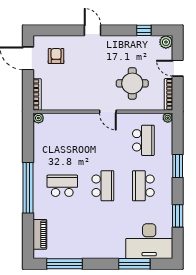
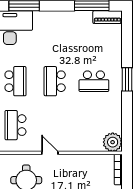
plant: (38, 118) -> (113, 142), width x1.87, depth x1.87
window: (28, 188) -> (127, 79), width x0.47
piano: (40, 234) -> (108, 17), moved, turned -90

